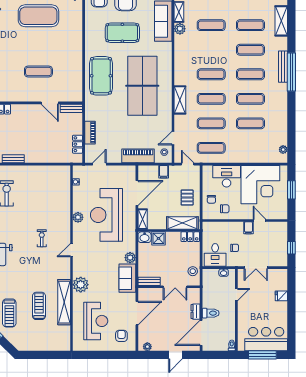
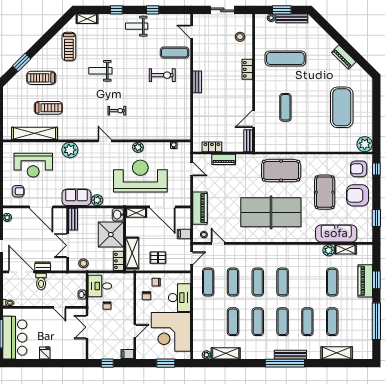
shelving: (180, 100) -> (226, 353), moved
filing cabinet: (248, 228) -> (127, 354), moved
shower: (158, 238) -> (111, 235), width x1.86, depth x1.86
fridge: (281, 296) -> (45, 353), moved
shelving: (64, 302) -> (34, 133), moved

